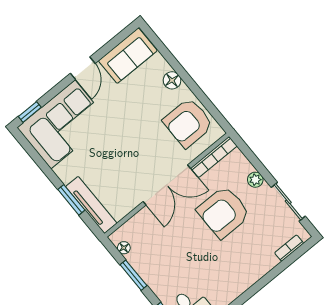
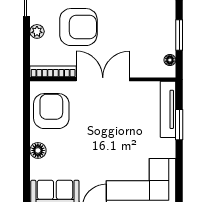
armchair: (188, 123) -> (51, 111), turned -90

